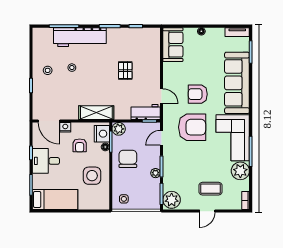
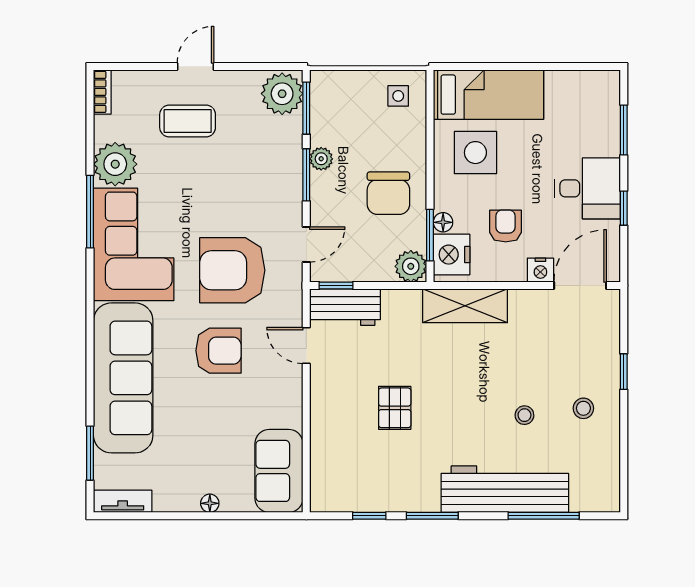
door: (49, 121) -> (580, 286), hinge flipped
bed: (55, 199) -> (488, 95), moved, turned 180

